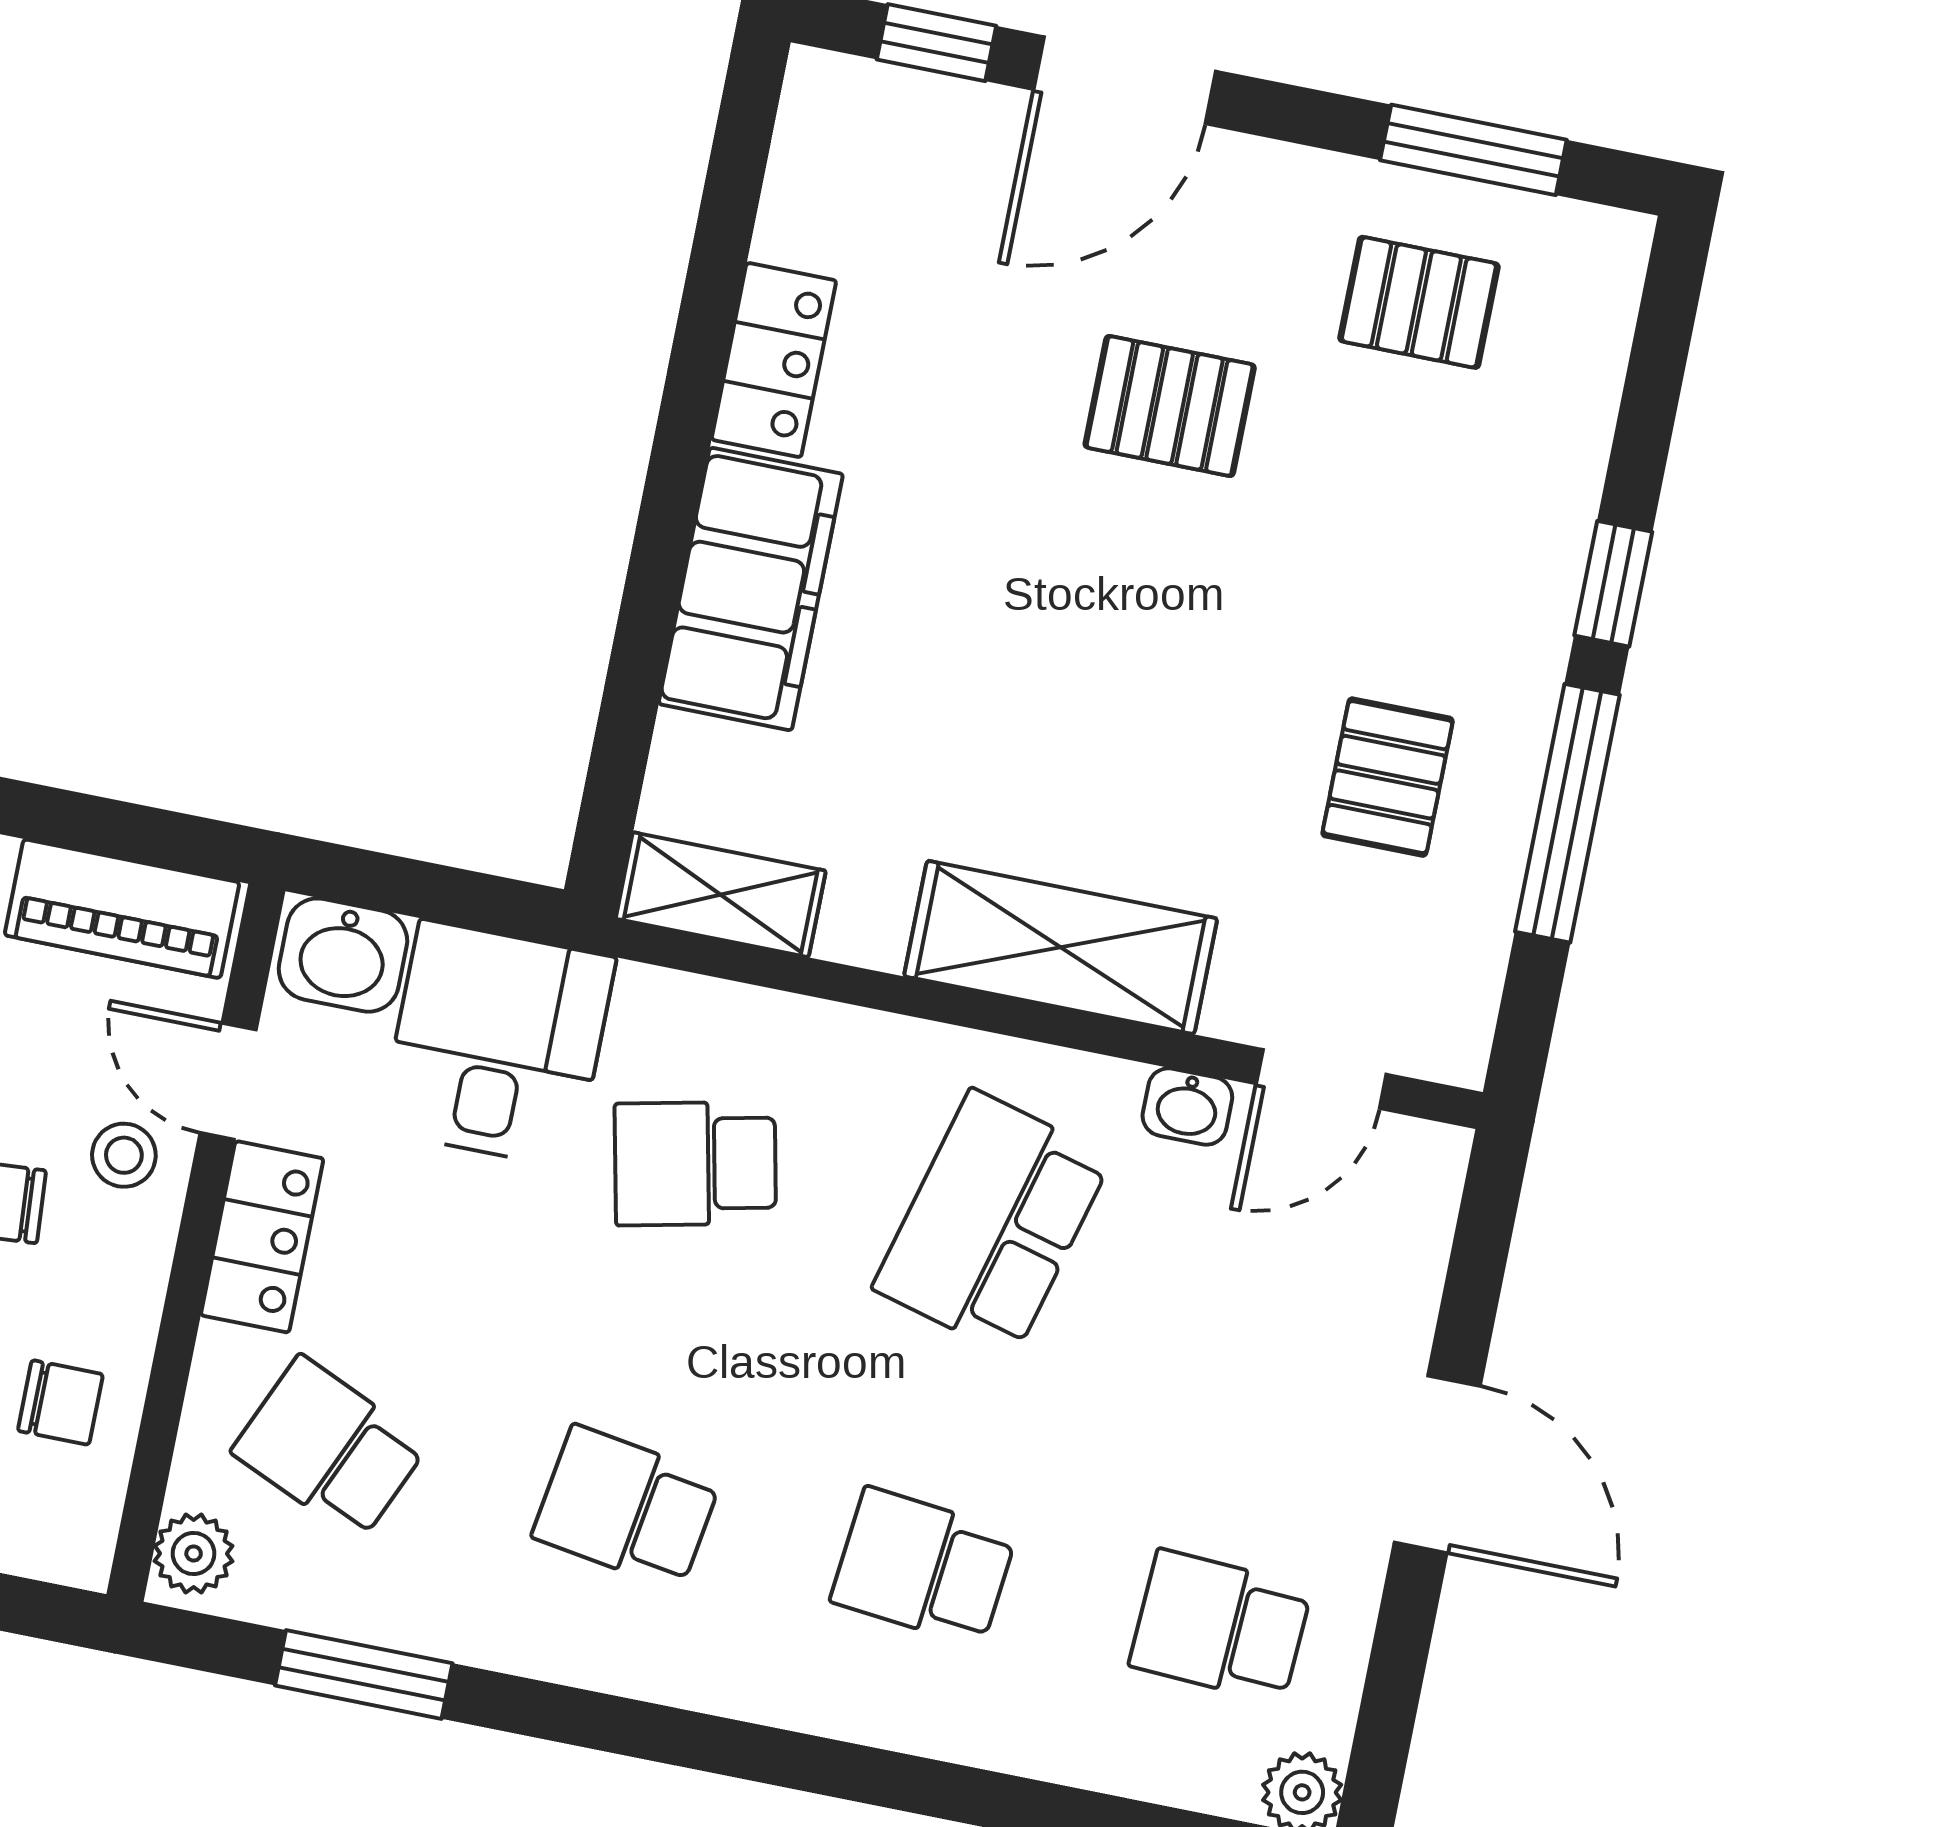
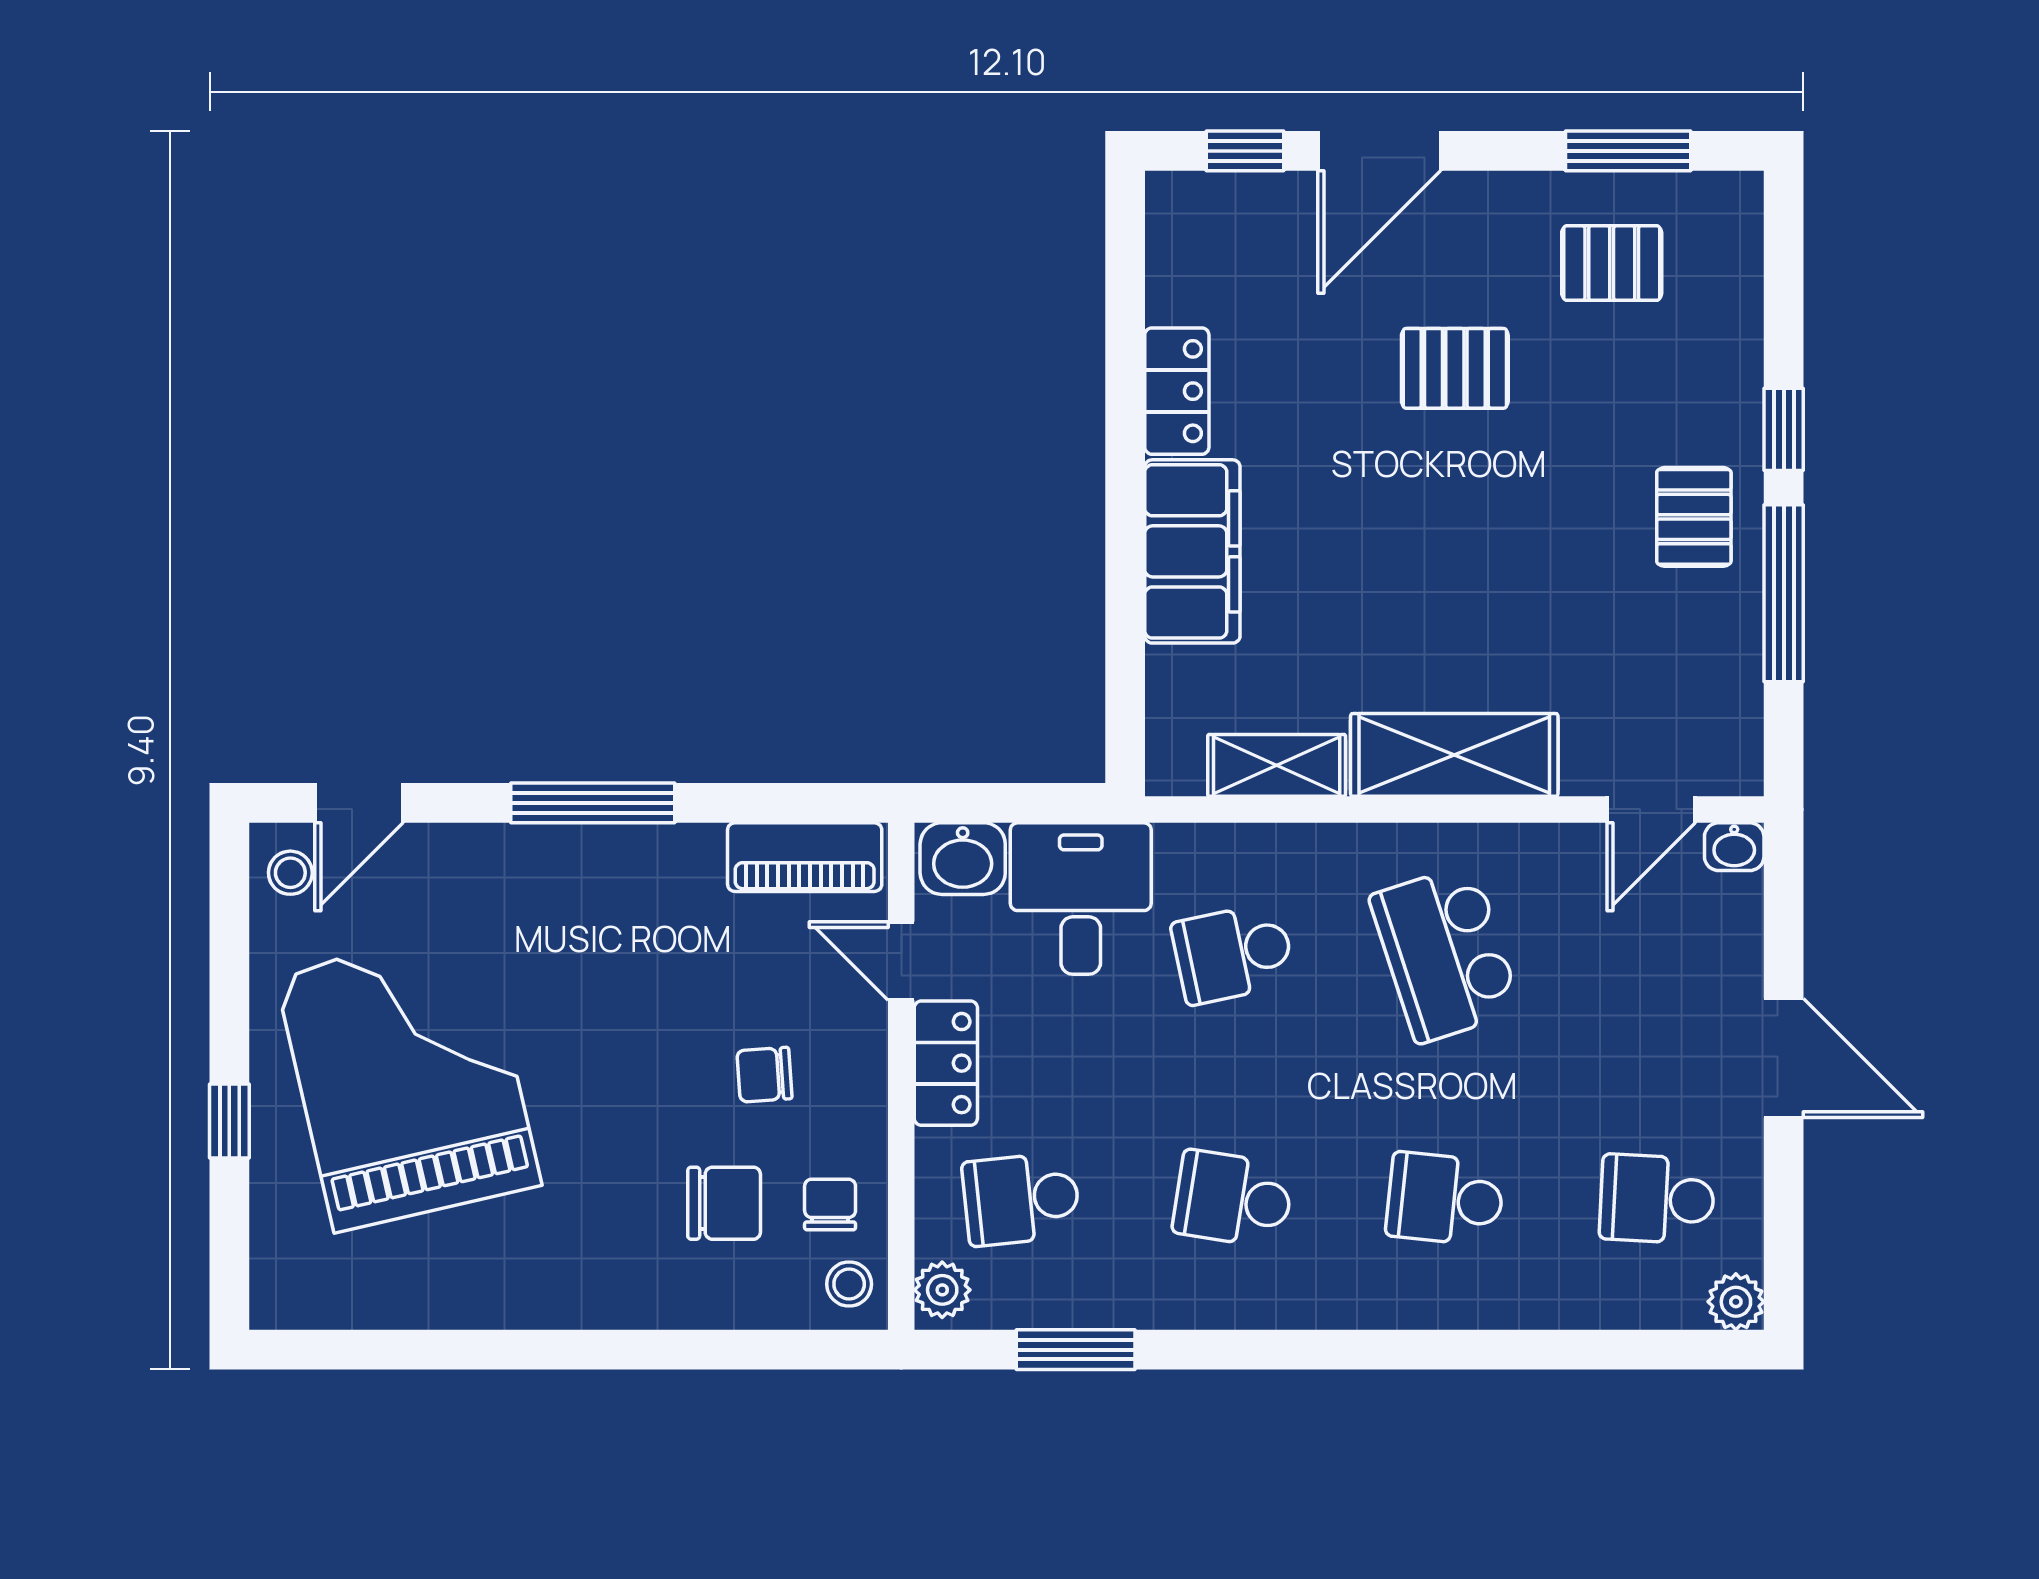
pallet: (1388, 777) -> (1694, 517), moved
shelving: (721, 895) -> (1277, 765), moved
washbasin: (1187, 1106) -> (1734, 847), moved
stool: (124, 1155) -> (849, 1284), moved
school desk: (992, 1223) -> (1445, 953), turned -33
chair: (60, 1403) -> (830, 1204), turned -90
school desk: (330, 1448) -> (1021, 1199), turned -30

